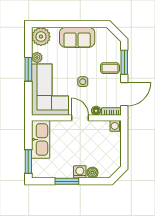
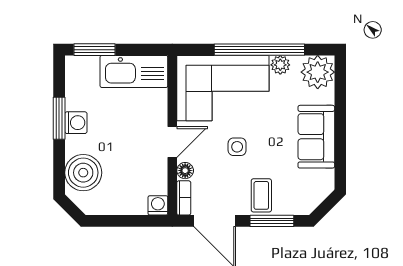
window: (28, 69) -> (259, 50), width x2.11
washing machine: (80, 172) -> (76, 123), moved
boiler: (92, 173) -> (83, 173), width x1.86, depth x1.86

